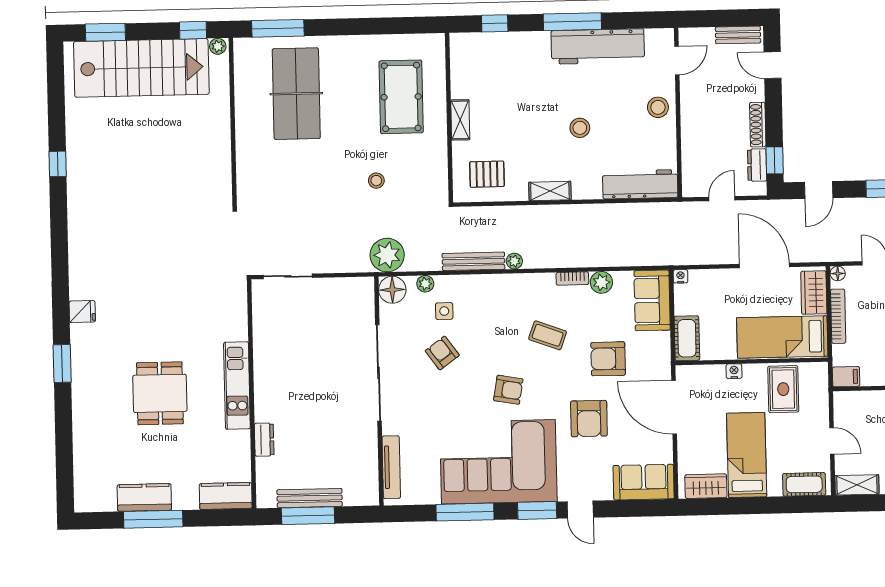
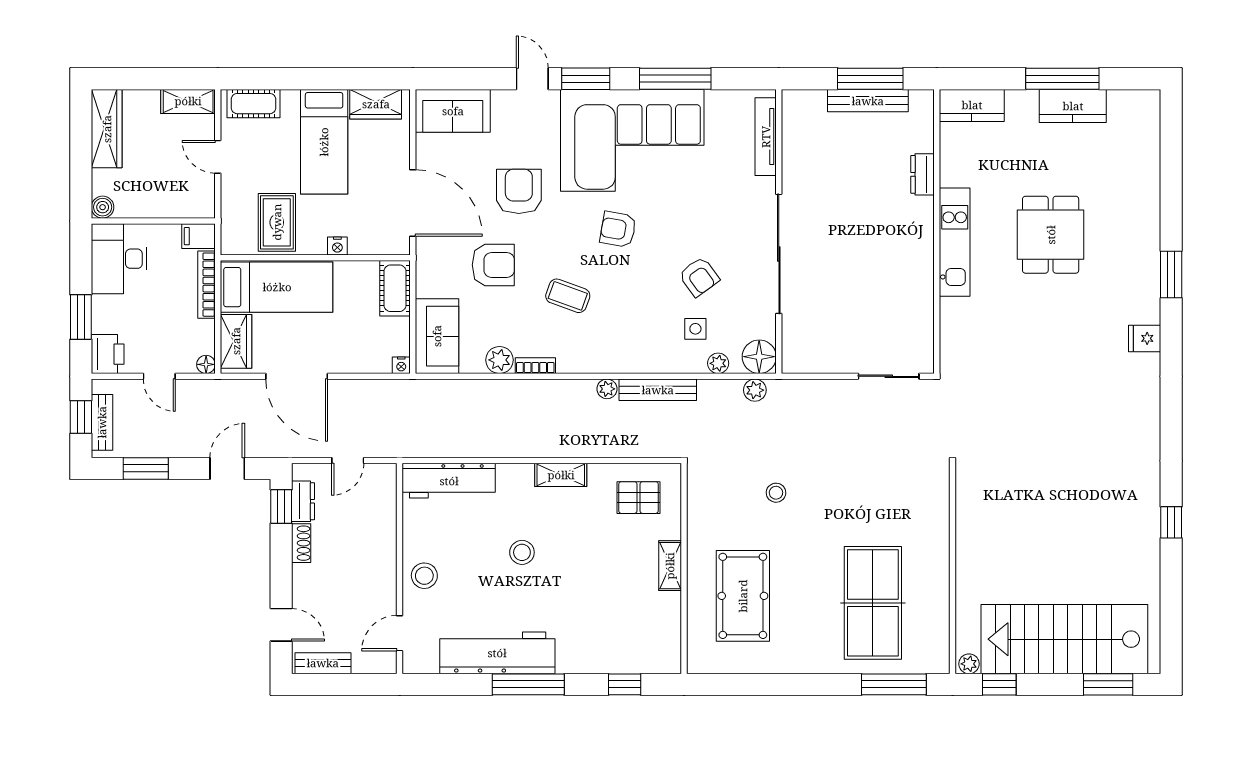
shoe rack: (758, 125) -> (301, 543), width x0.70
plant: (387, 255) -> (755, 390), width x0.53, depth x0.53
bookcase: (838, 316) -> (207, 285), moved

